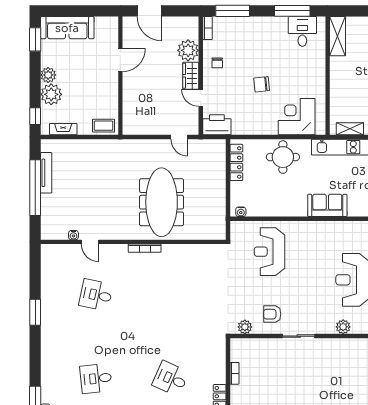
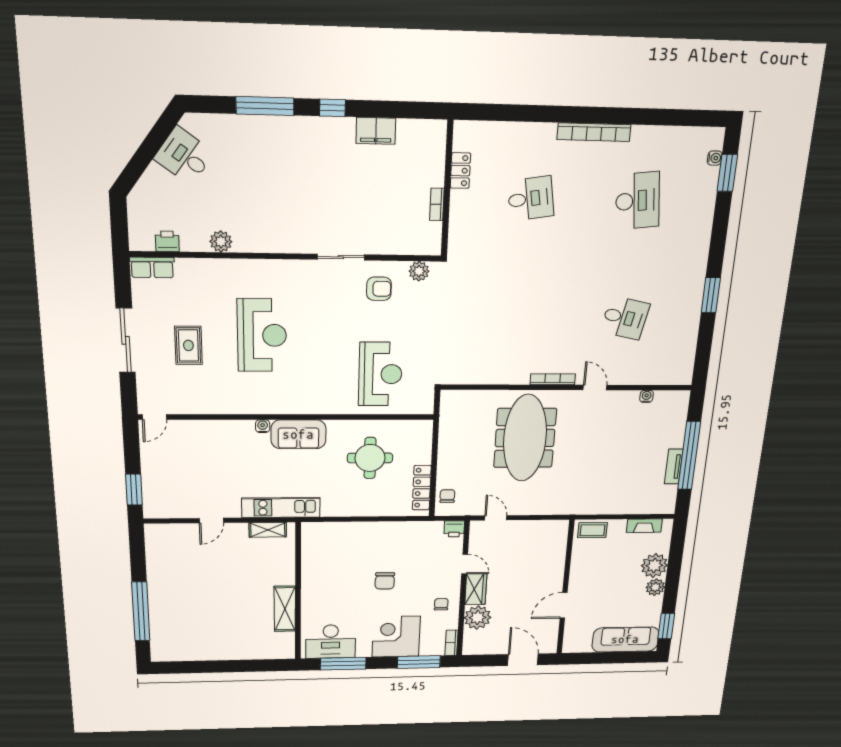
desk: (302, 31) -> (331, 641), width x1.37
shelving: (338, 36) -> (285, 609), moved
chair: (262, 84) -> (385, 581), turned 97
window: (35, 116) -> (678, 540), removed
corner desk: (297, 117) -> (396, 637), moved, turned 180
printer: (217, 125) -> (454, 529), width x0.53, depth x0.68
chair: (217, 155) -> (447, 496), added
round table: (283, 157) -> (370, 458), moved
tv unit: (46, 173) -> (674, 467), width x0.71
water cooler: (241, 212) -> (263, 426), moved
door: (90, 242) -> (595, 387), moved
plant: (343, 327) -> (275, 269), removed
desk: (96, 379) -> (638, 201), width x1.37
desk: (171, 379) -> (531, 199), turned -33

